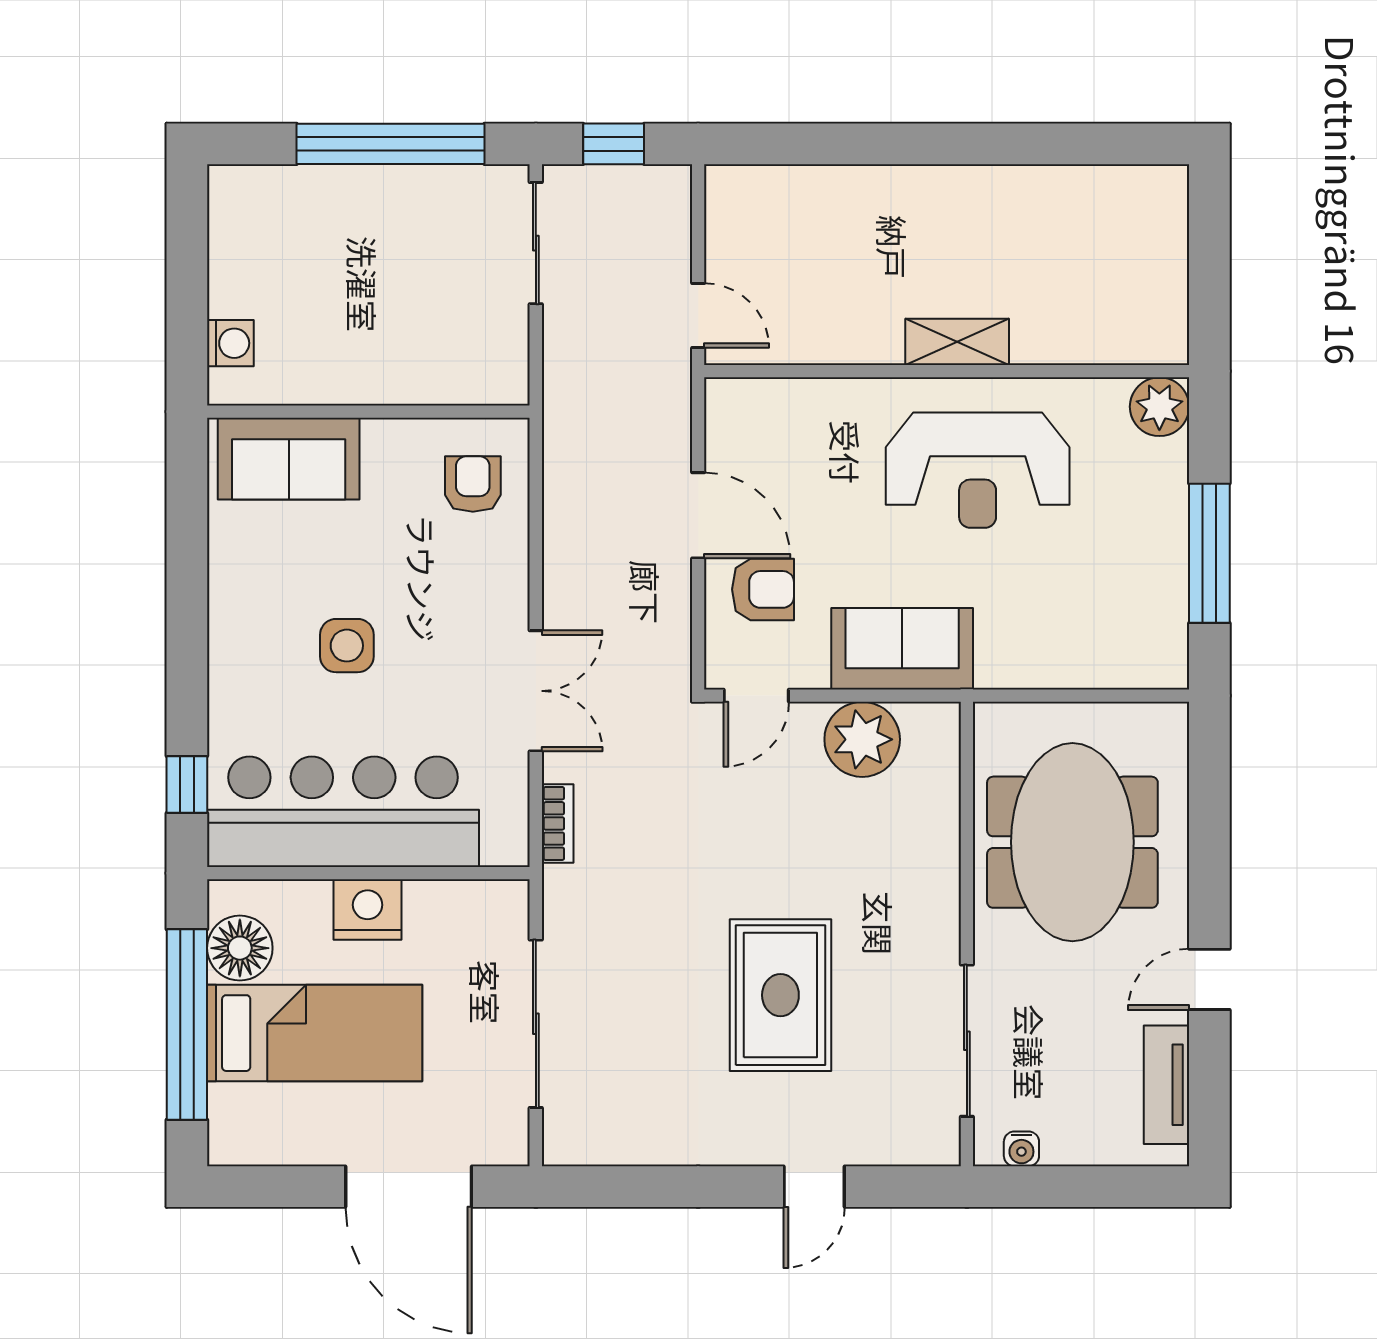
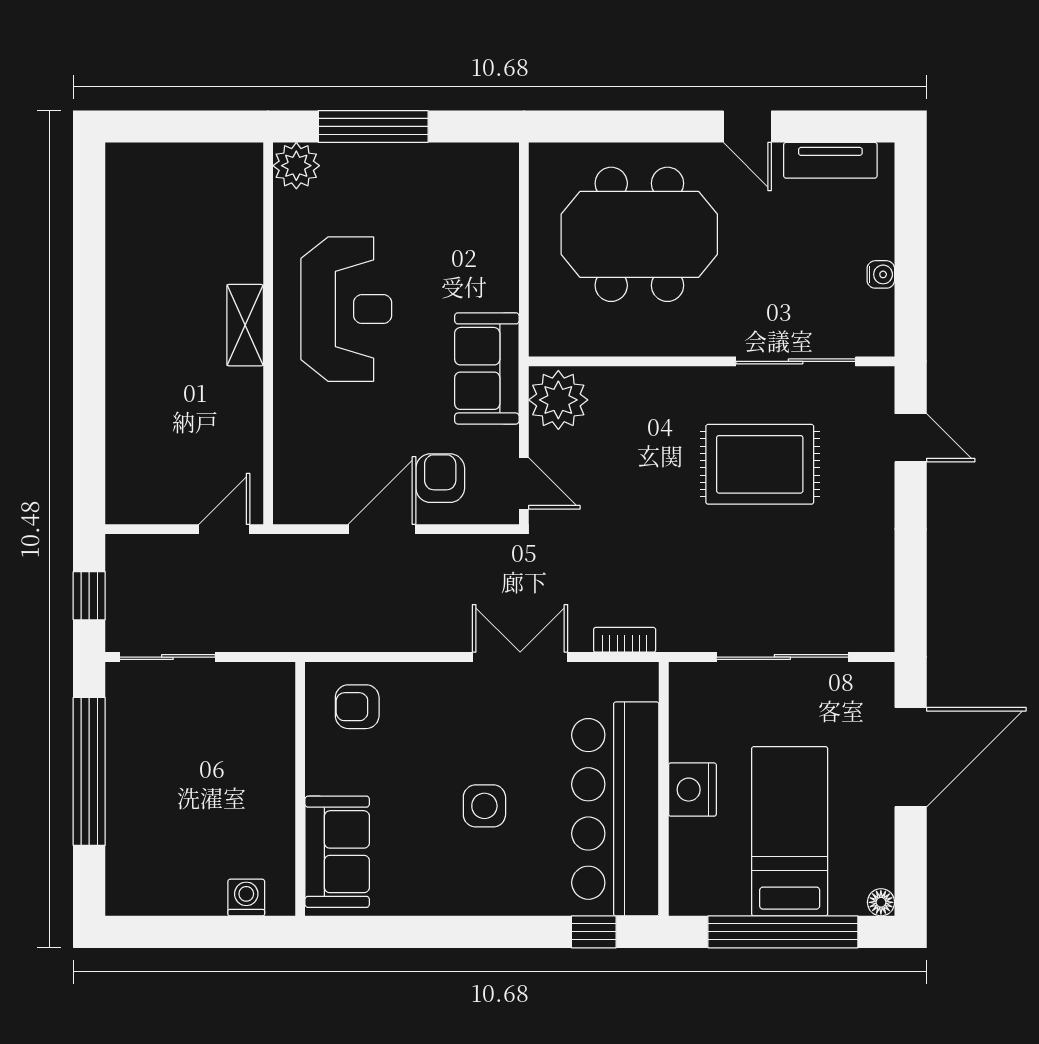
window: (1209, 553) -> (373, 126), moved
wall: (967, 934) -> (712, 361), moved
floor lamp: (240, 948) -> (881, 902), moved, width x0.53, depth x0.53
sliding door: (967, 1041) -> (796, 361), moved

